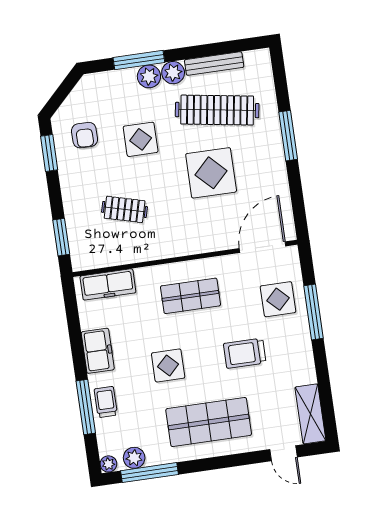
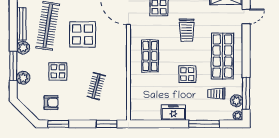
plant: (149, 76) -> (23, 78), moved
freezer: (108, 284) -> (137, 101), removed
trolley: (106, 402) -> (216, 93), moved

